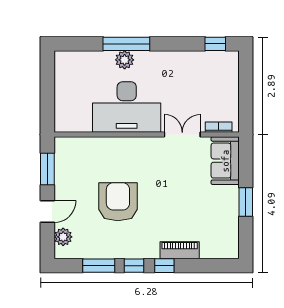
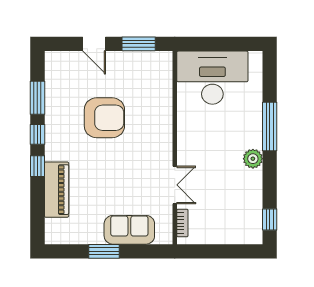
plant: (125, 60) -> (253, 159), moved
desk: (127, 107) -> (212, 78), moved, turned 90
sofa: (225, 161) -> (129, 230), moved
plant: (63, 237) -> (68, 60), removed
piano: (180, 250) -> (57, 190), width x1.37, depth x1.33

